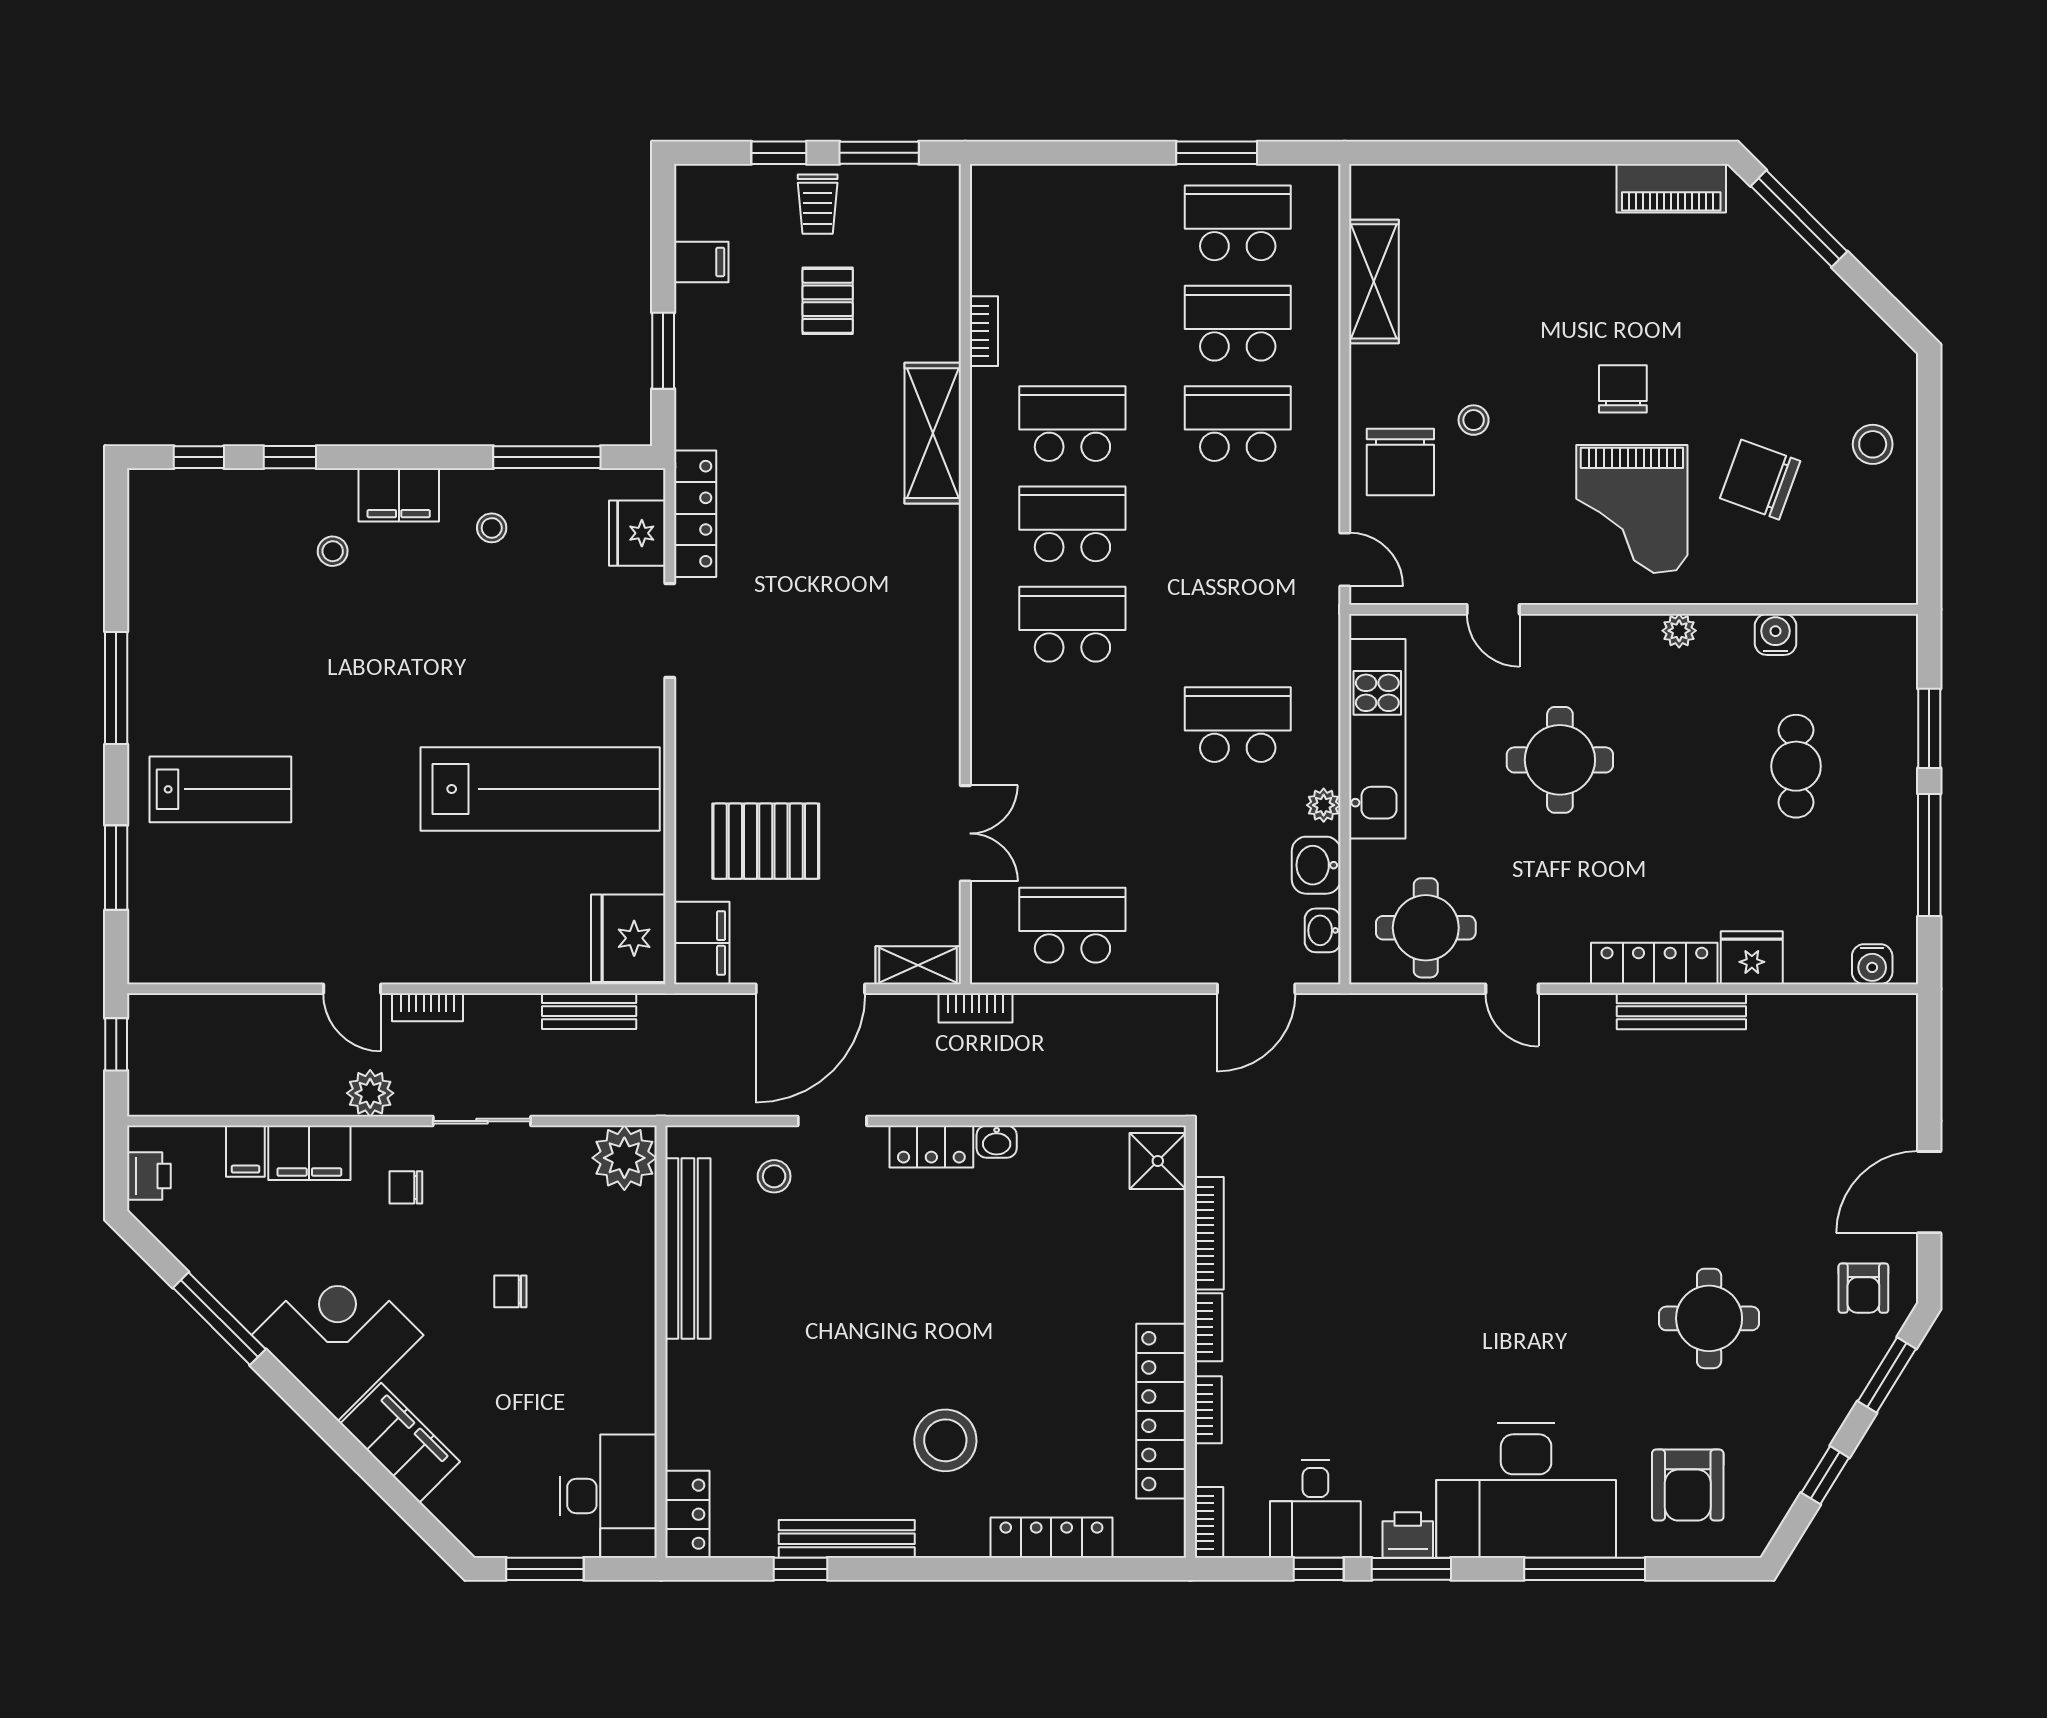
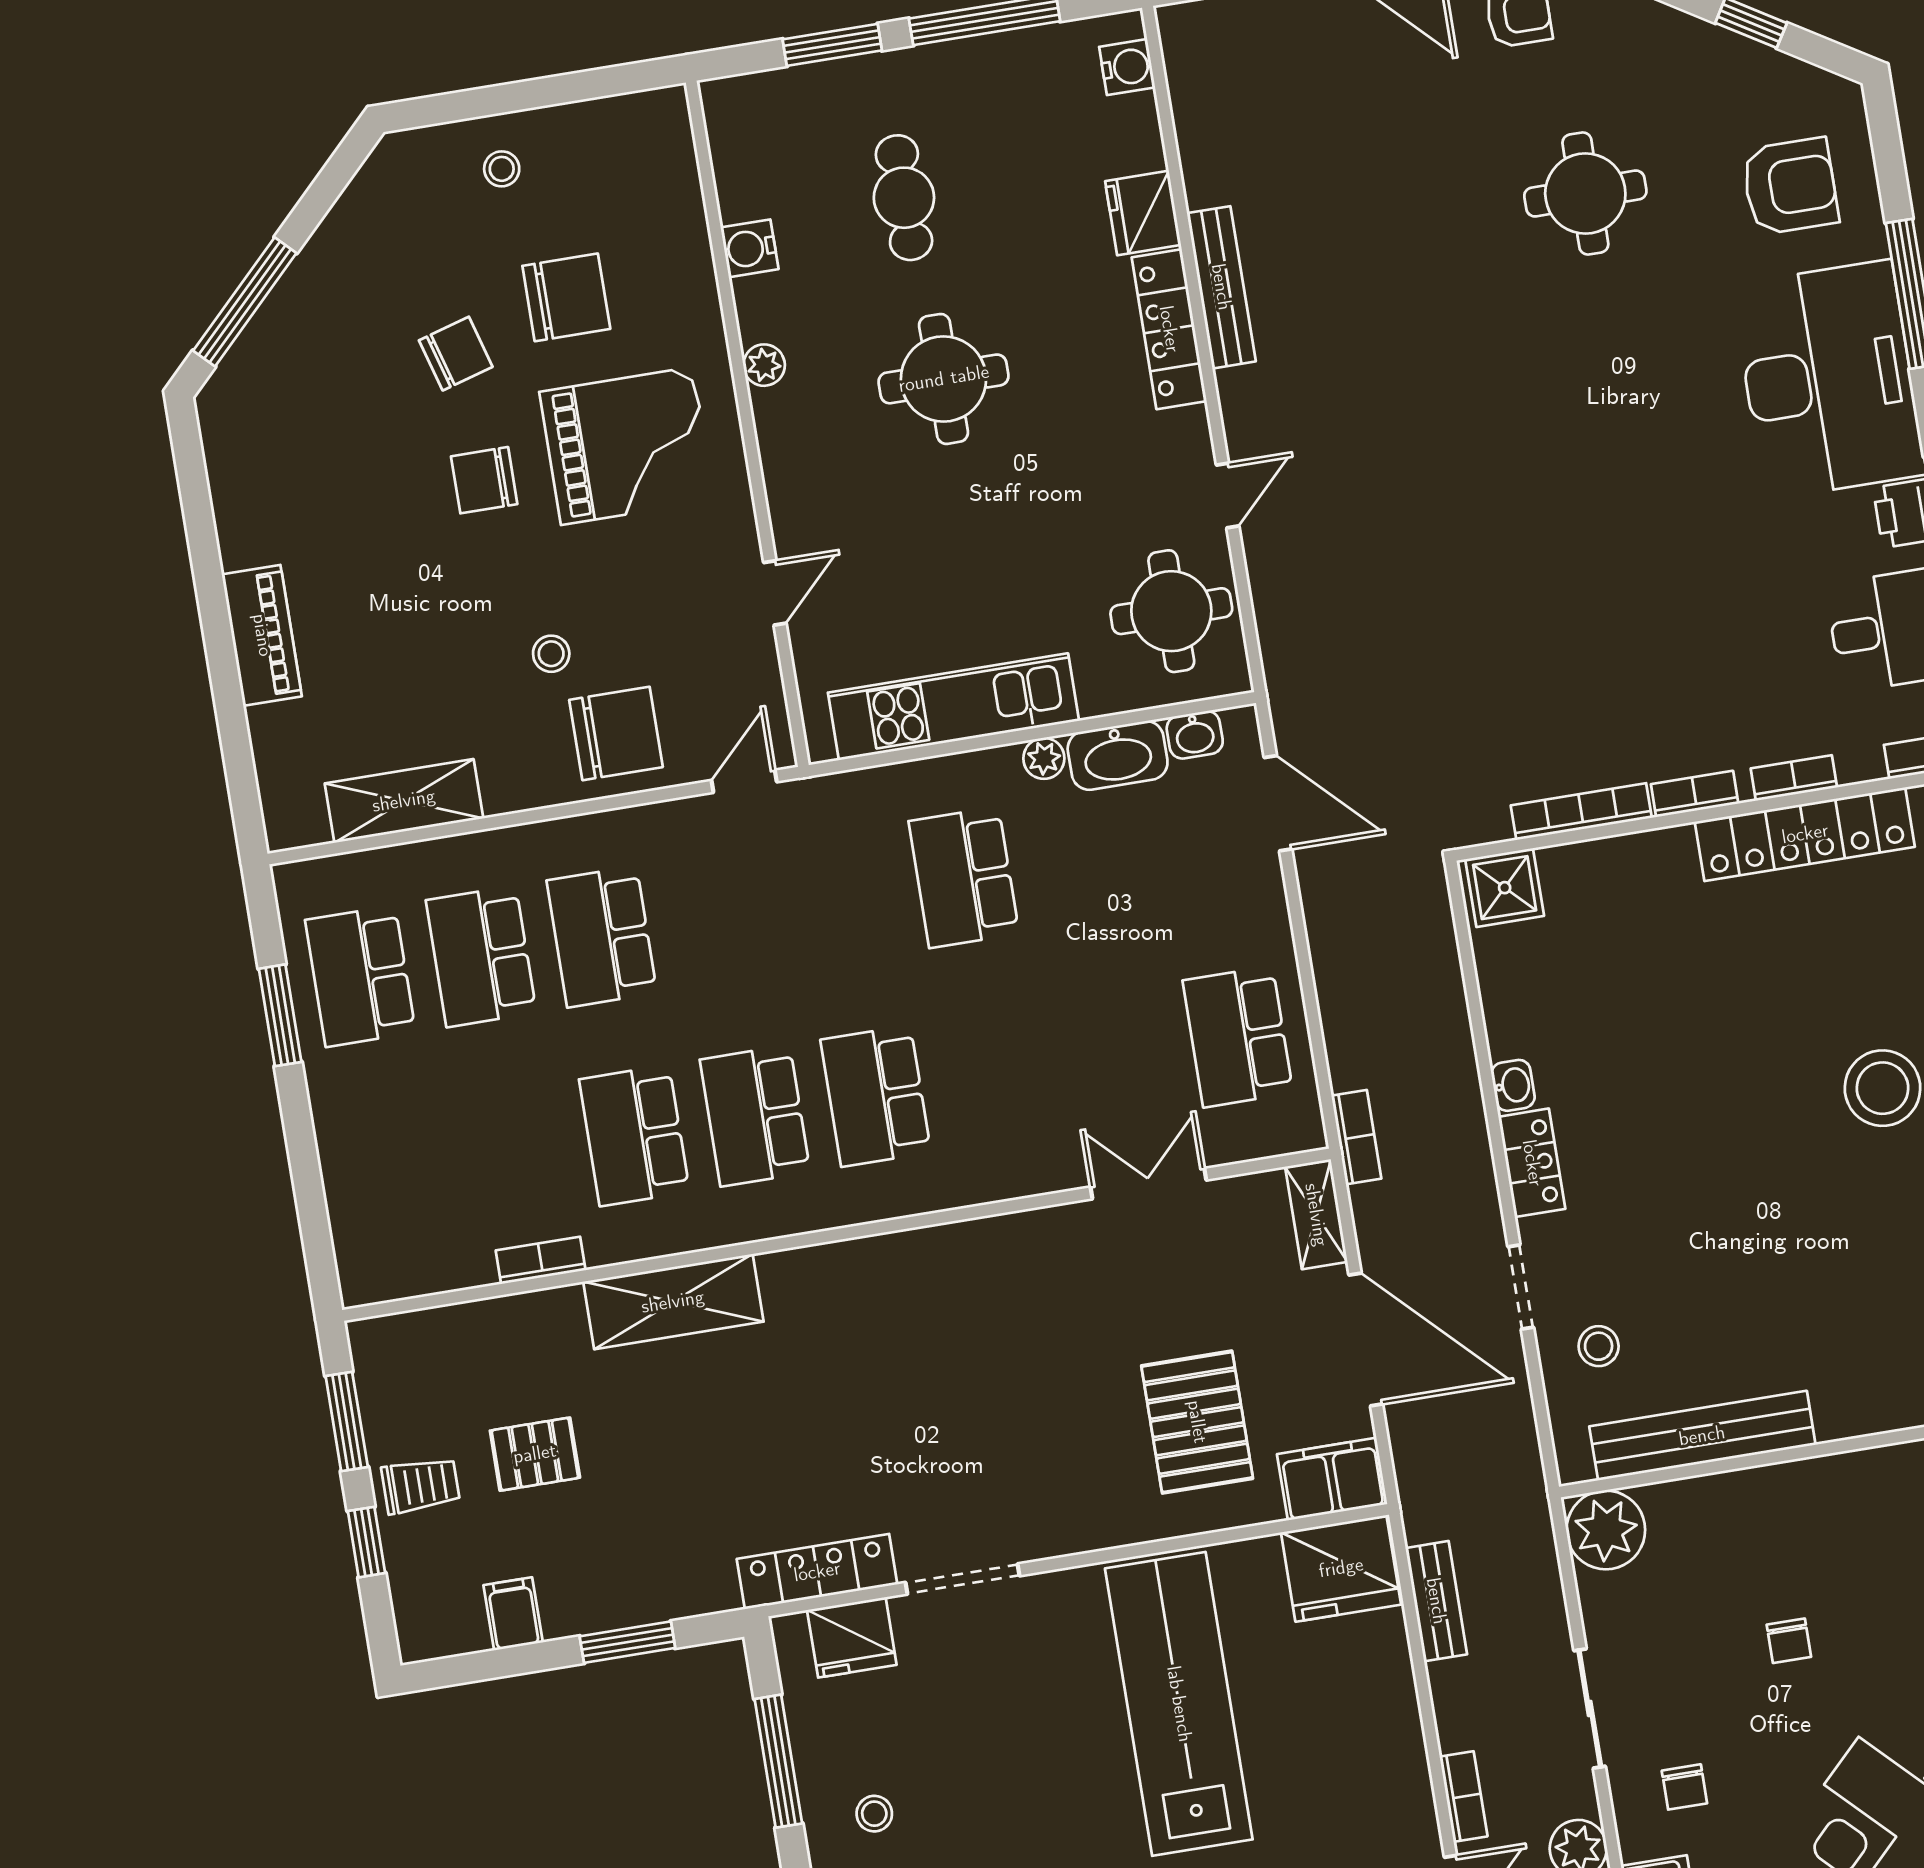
piano: (1671, 188) -> (262, 635), moved
chair: (1729, 383) -> (456, 354), added
stool: (1873, 444) -> (502, 169), width x0.73, depth x0.73
chair: (1760, 480) -> (566, 297), turned -110
round table: (1560, 760) -> (944, 379), moved
cafe table: (1796, 766) -> (904, 198), turned 90
washbasin: (1316, 865) -> (1118, 755), width x1.38

